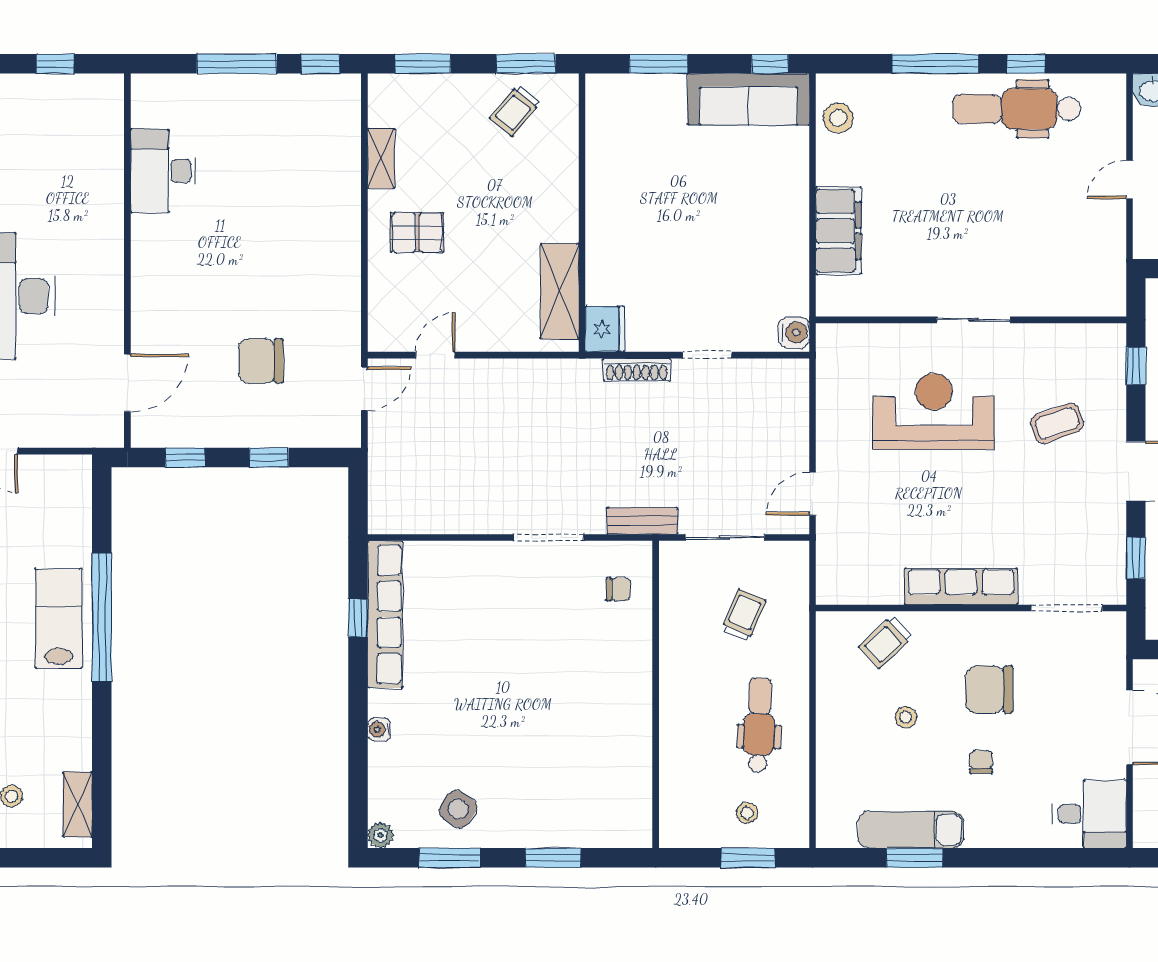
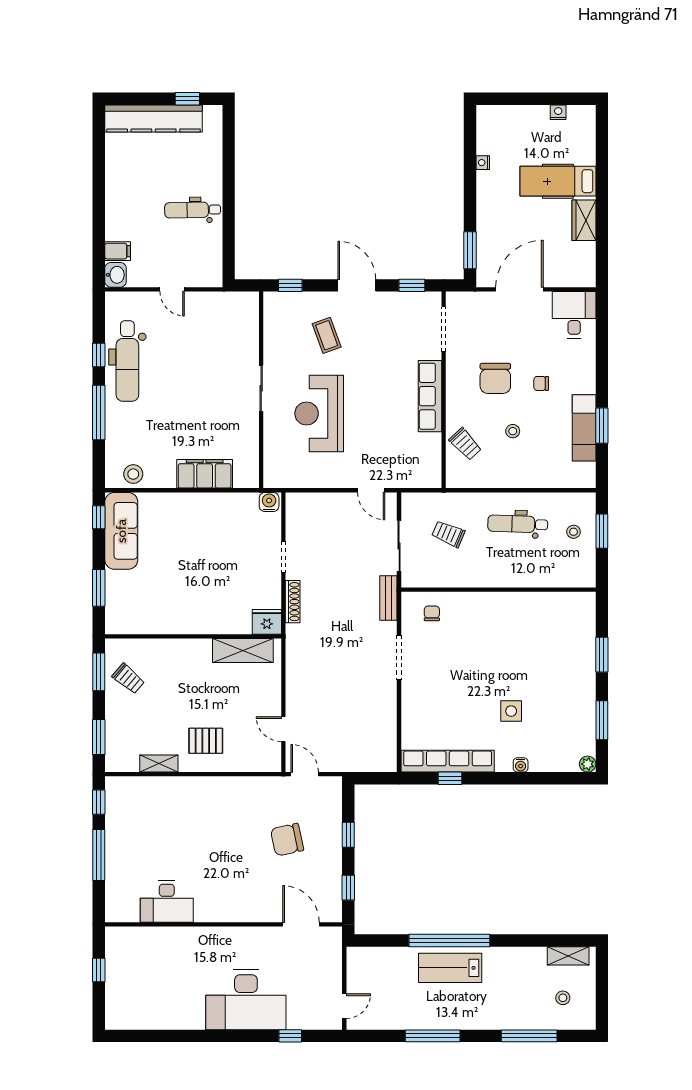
pallet: (417, 232) -> (206, 741), turned 90
chair: (261, 361) -> (287, 840), turned 78
side table: (458, 809) -> (511, 711), moved, turned -34

